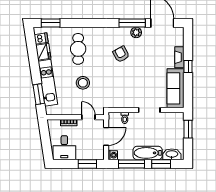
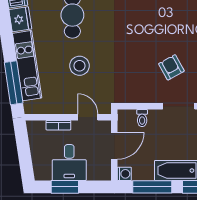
armchair: (121, 54) -> (171, 67), moved
window: (39, 94) -> (14, 83), width x1.44
desk: (64, 148) -> (69, 163), moved
window: (87, 164) -> (65, 187), moved

